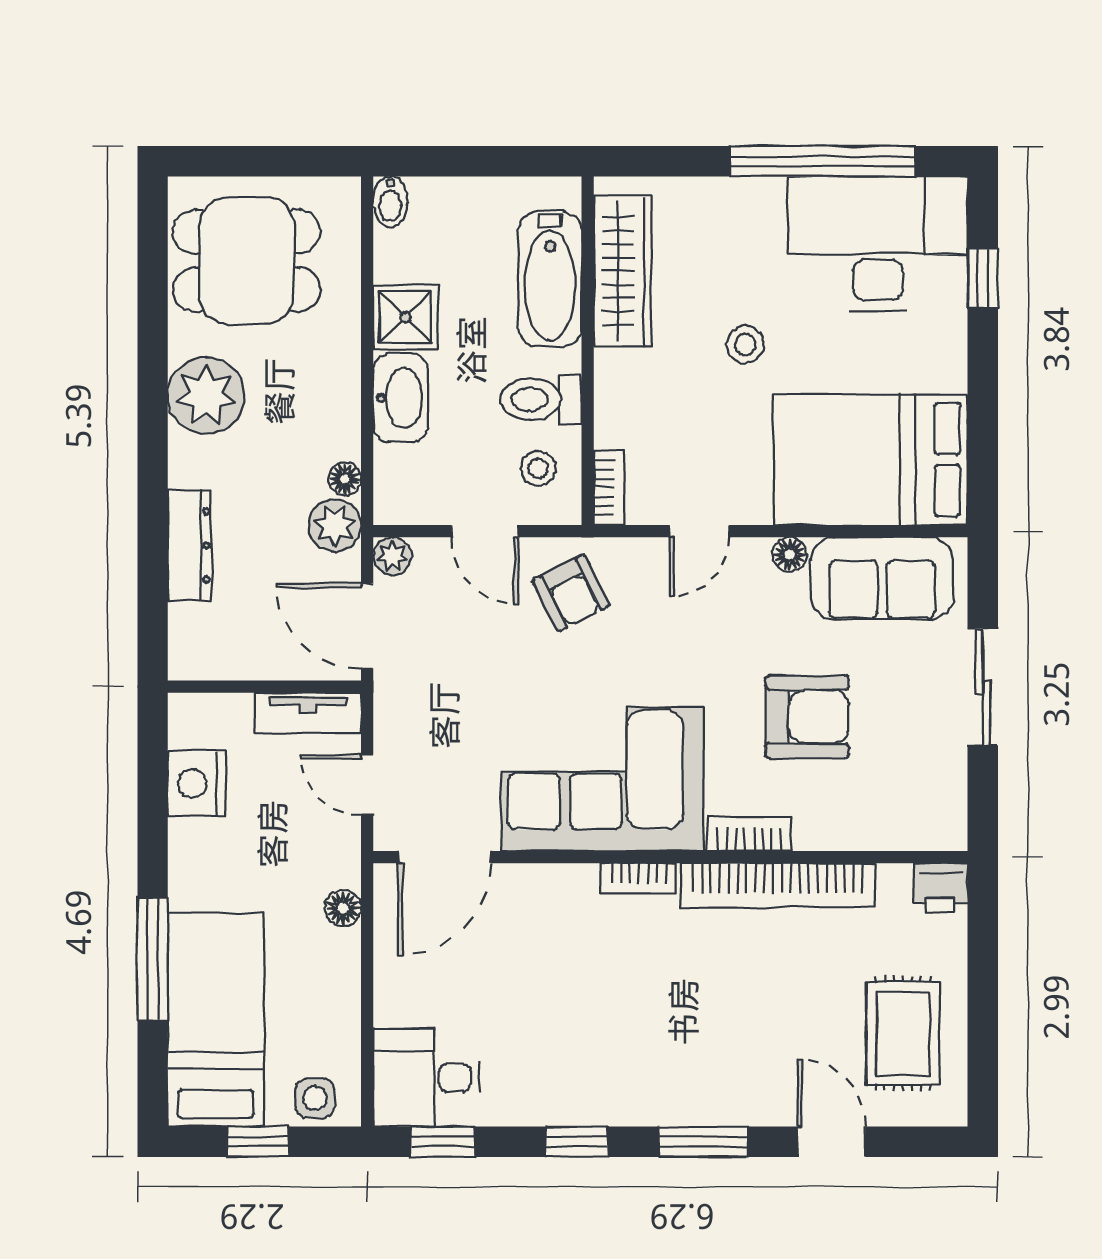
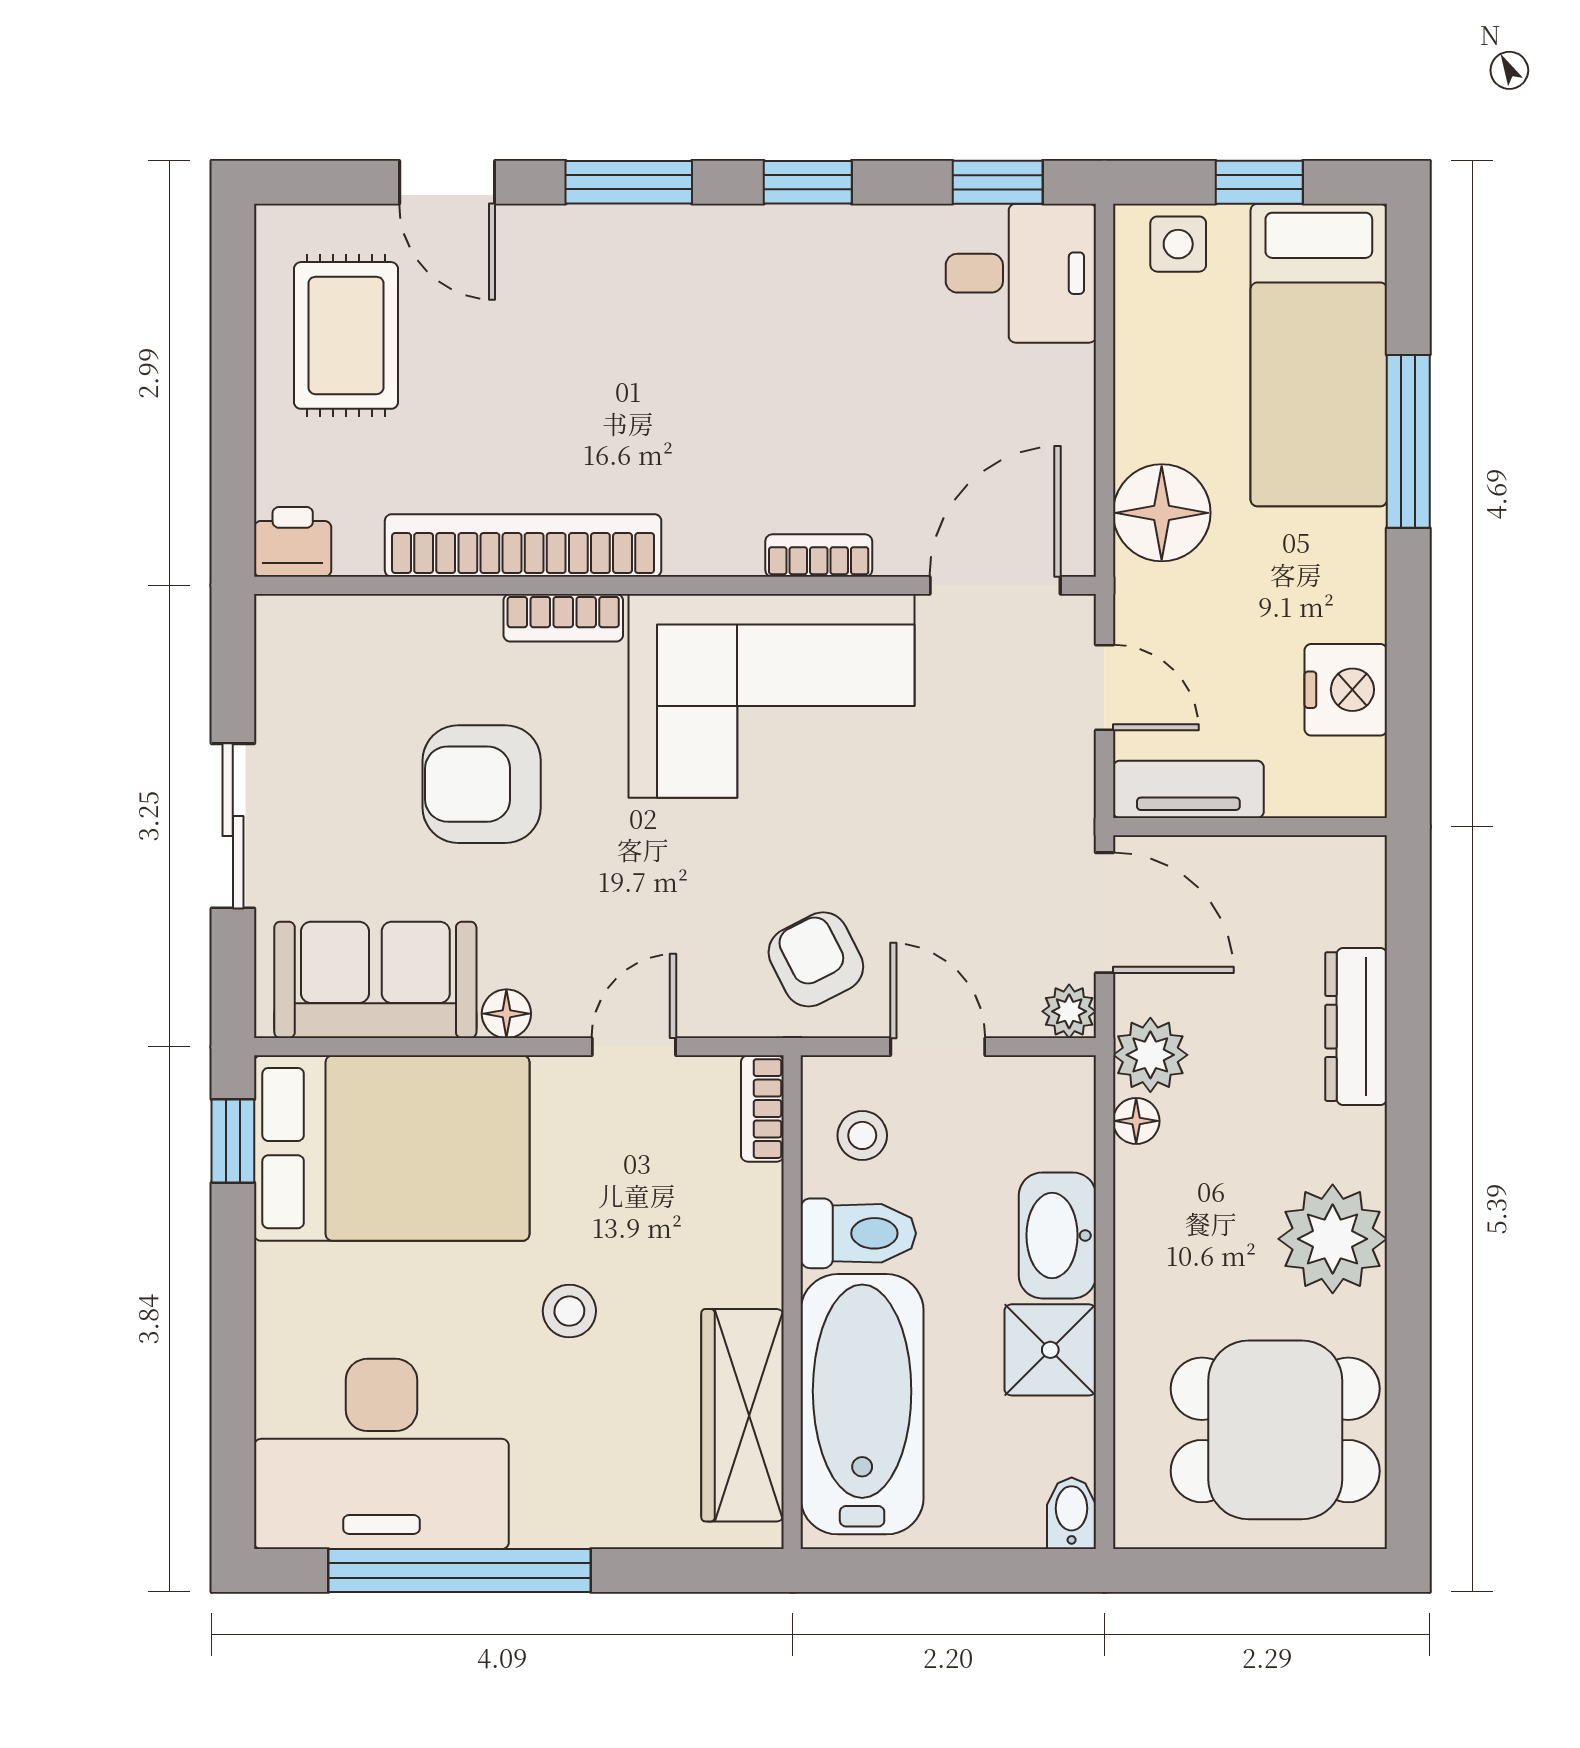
window: (983, 278) -> (233, 1141), moved
bathtub: (550, 279) -> (862, 1404), width x1.36, depth x1.36
bookcase: (639, 878) -> (819, 556), moved
floor lamp: (343, 908) -> (1162, 513), width x1.89, depth x1.89

